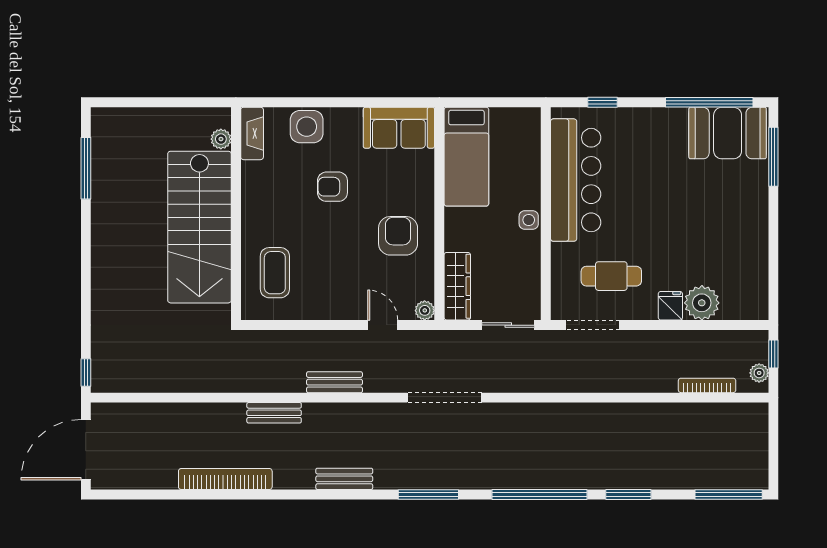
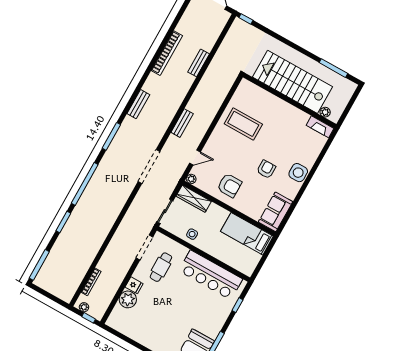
fireplace: (252, 133) -> (320, 127), moved
plant: (221, 139) -> (325, 112), moved
wall: (236, 214) -> (290, 101), moved
side table: (529, 220) -> (192, 234), moved
stairs: (199, 227) -> (293, 82), moved
coffee table: (275, 273) -> (243, 124), width x1.36, depth x1.32
bench: (274, 413) -> (199, 63), moved

